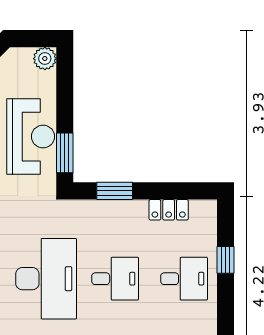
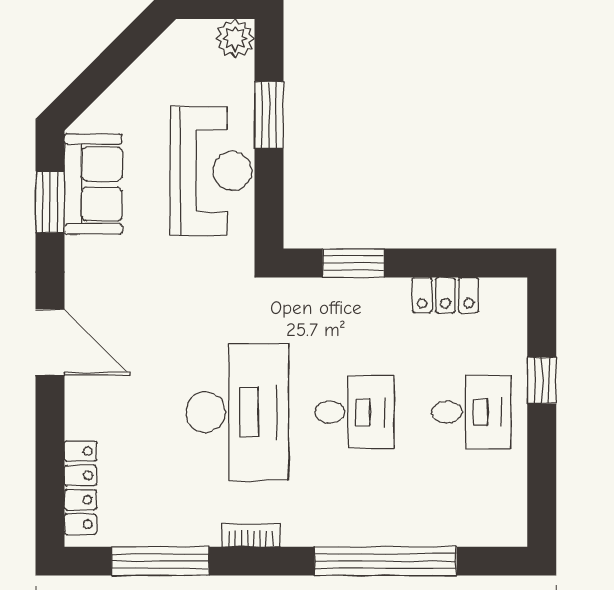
window: (65, 153) -> (269, 115), moved

